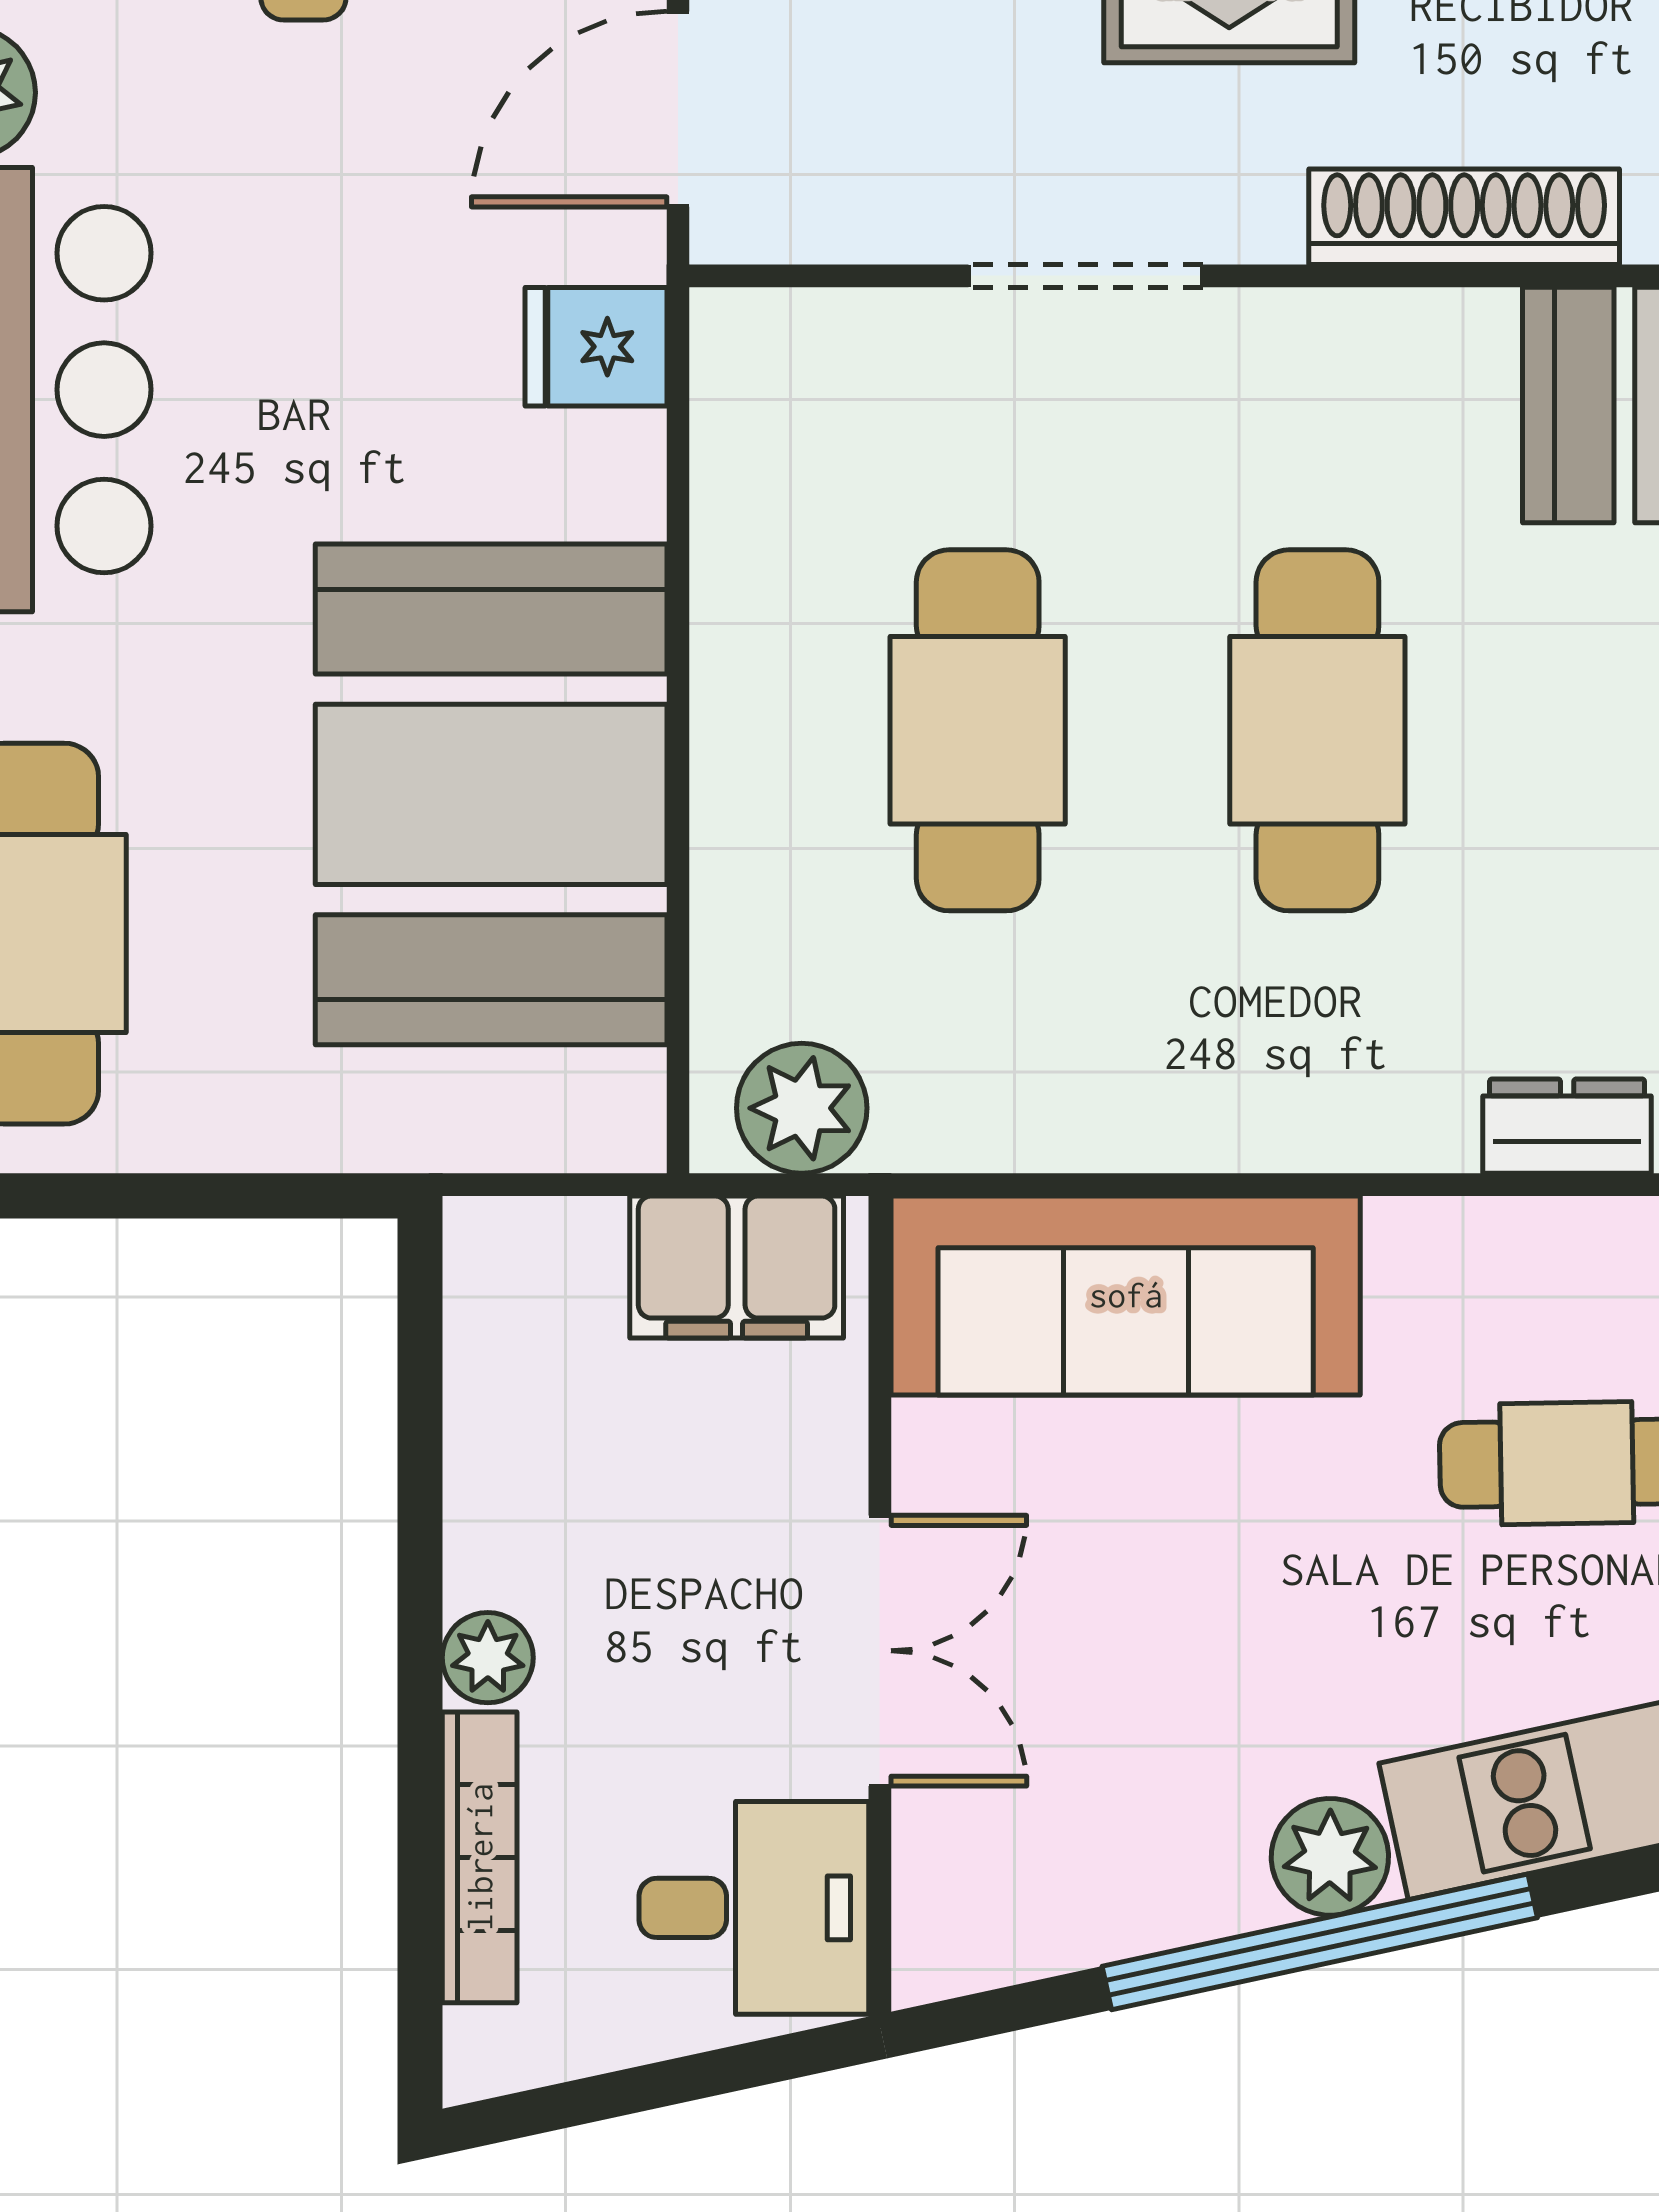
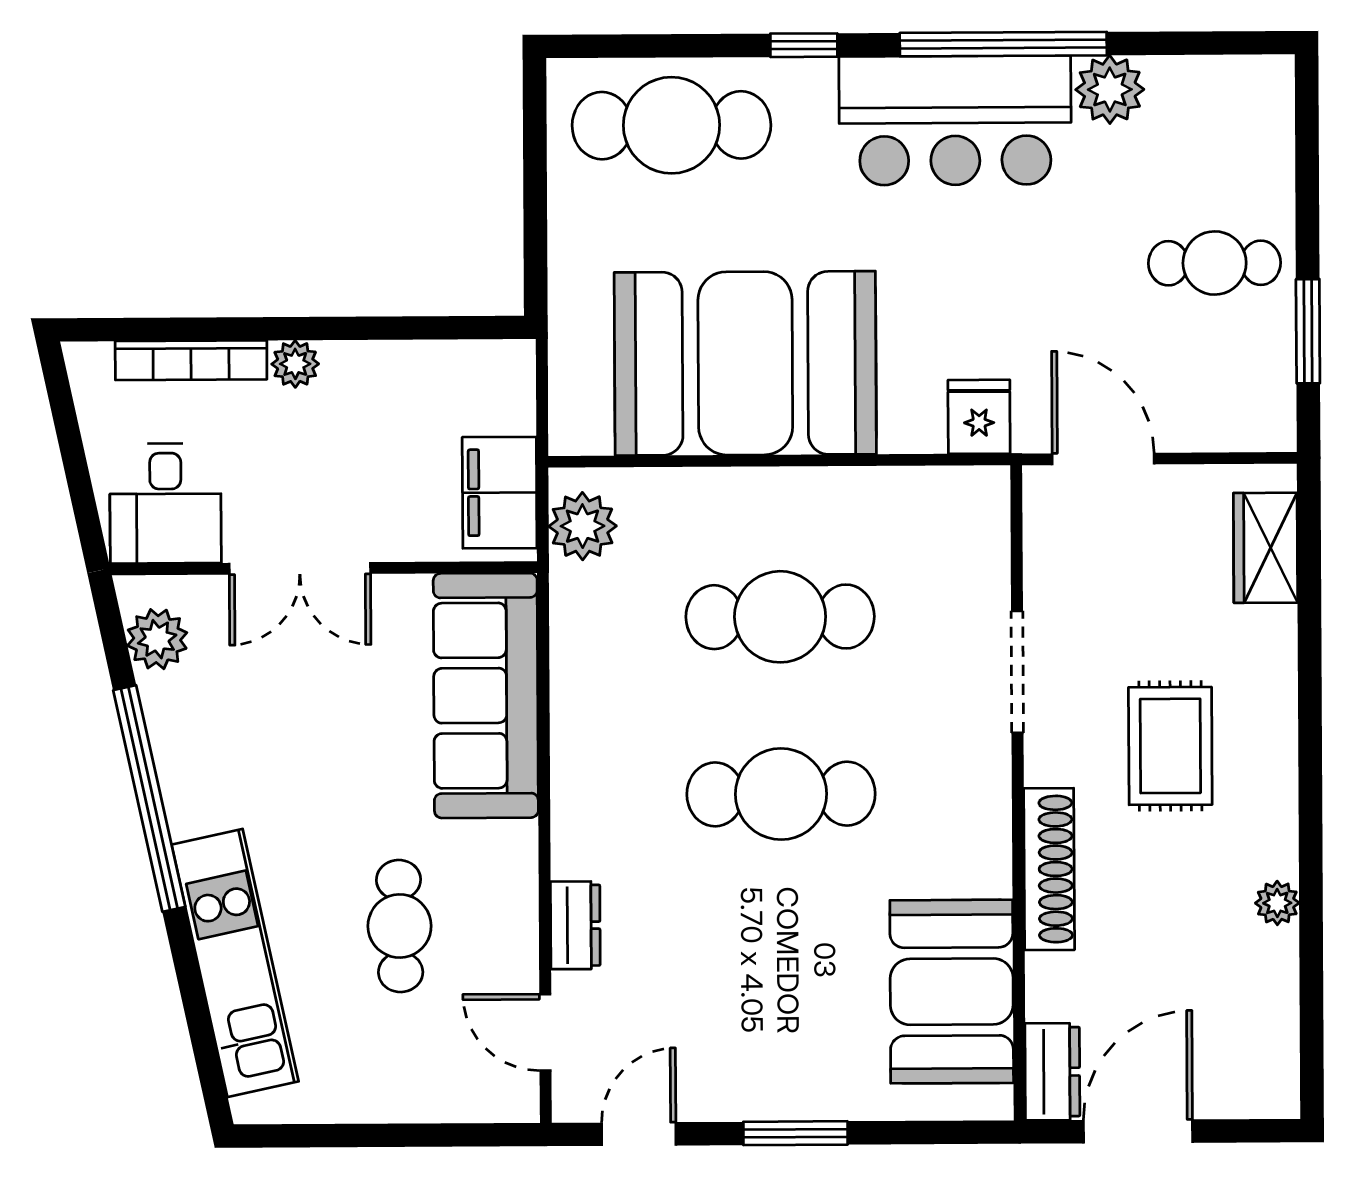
plant: (1330, 1857) -> (157, 639), moved

